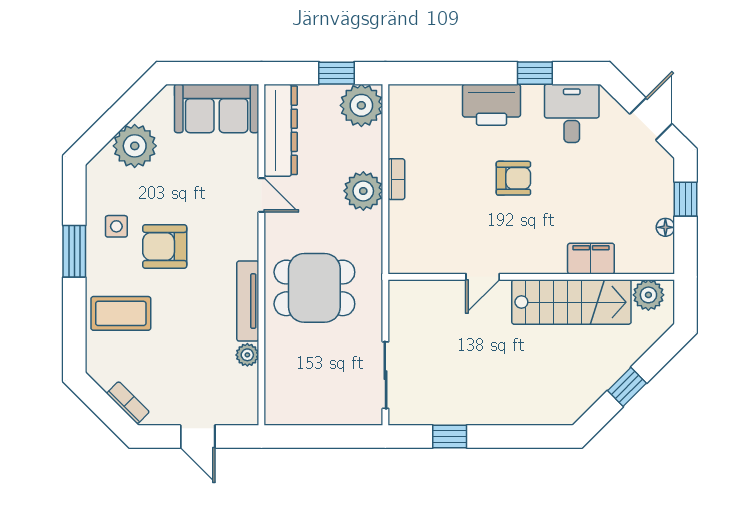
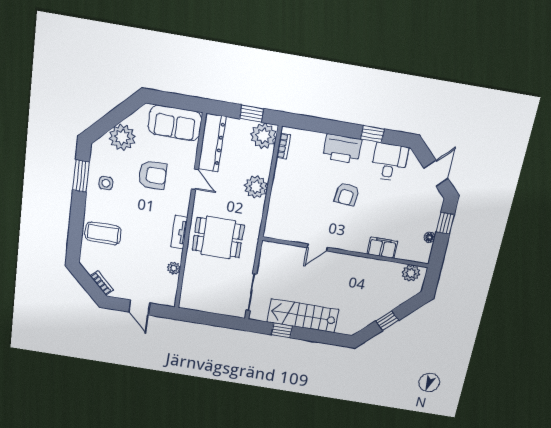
armchair: (513, 178) -> (347, 194), turned 96
bookcase: (396, 179) -> (283, 146), moved
armchair: (165, 246) -> (152, 175), moved, turned 180
window: (74, 251) -> (81, 176), moved
tv unit: (248, 301) -> (179, 232), width x0.71
stairs: (571, 302) -> (303, 316), moved, turned 180

